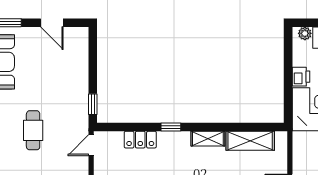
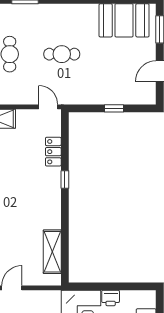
plant: (305, 33) -> (150, 301), removed
window: (93, 104) -> (114, 108), moved
shelving: (208, 139) -> (54, 213), removed

